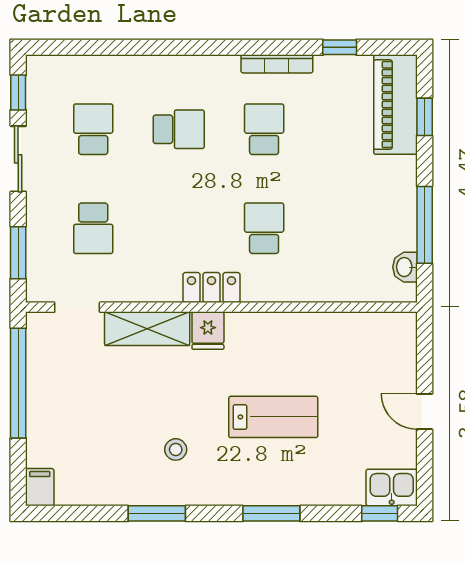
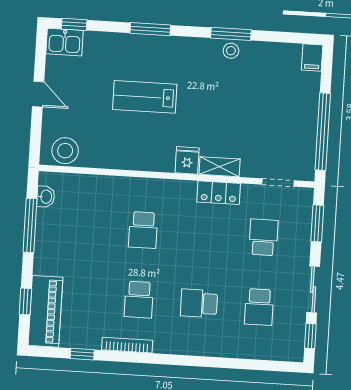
locker: (211, 288) -> (219, 193), moved
shelving: (147, 329) -> (220, 167), width x0.67, depth x0.75
stool: (381, 334) -> (65, 151), added
stool: (176, 449) -> (231, 51), moved

